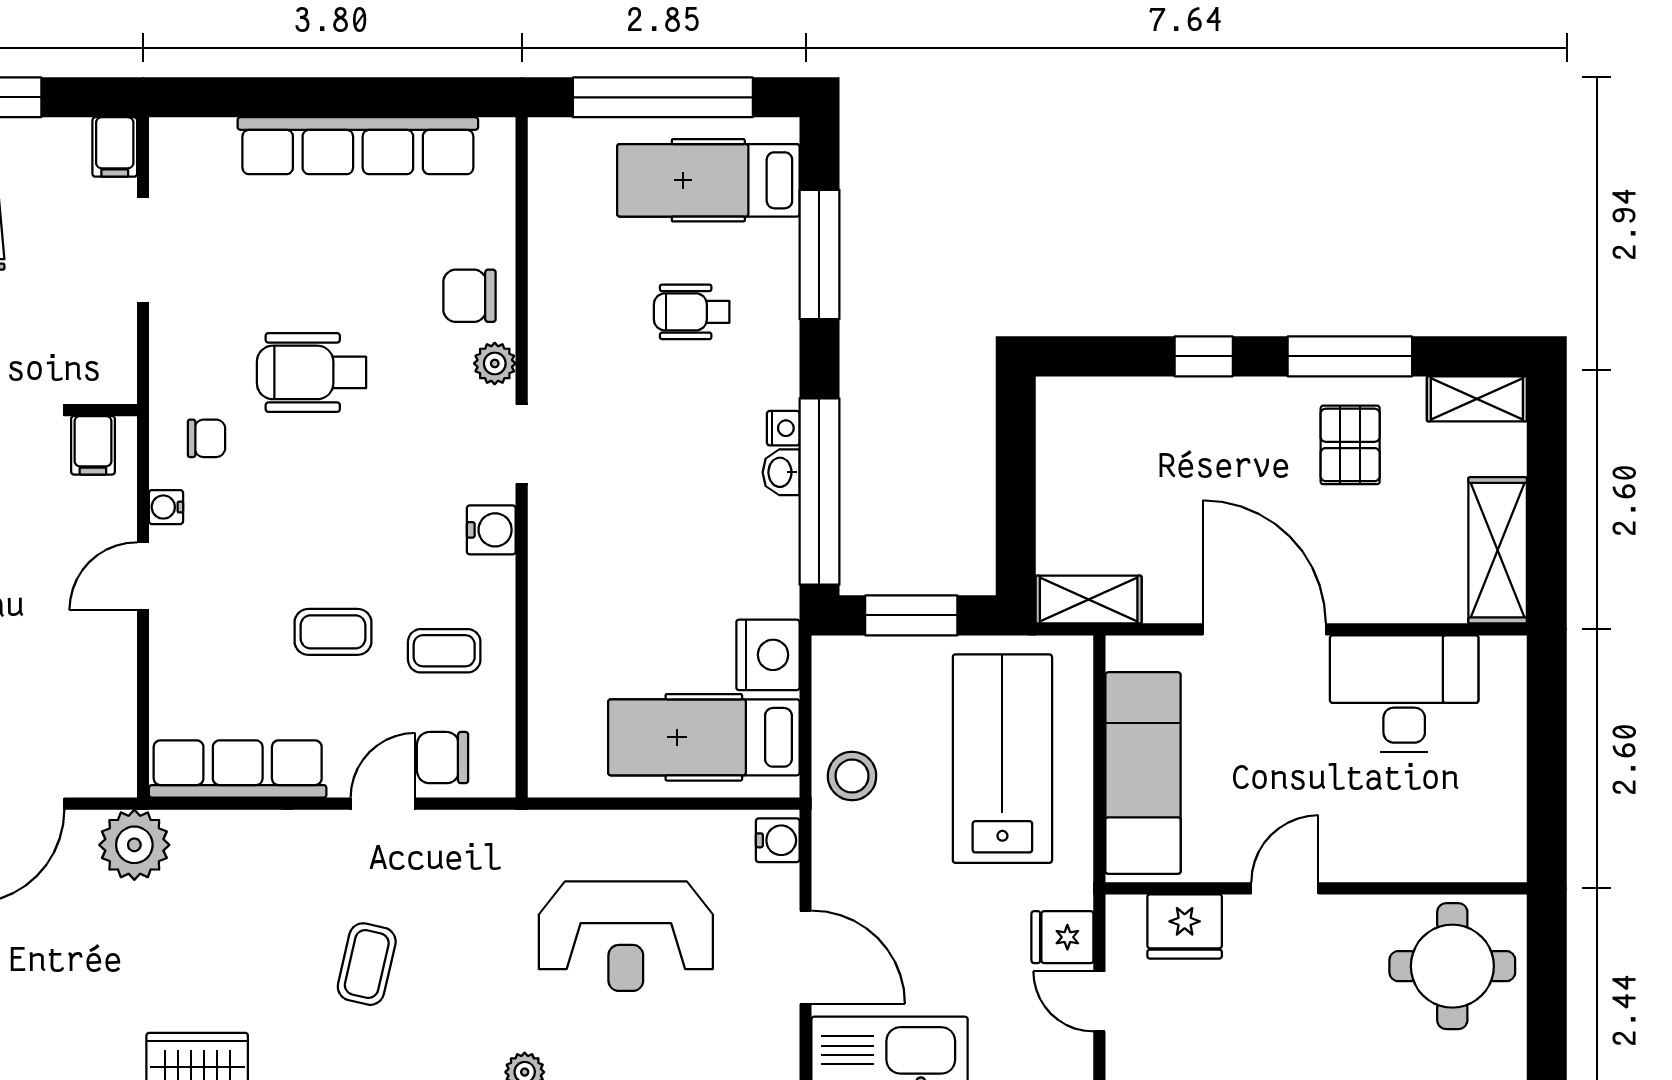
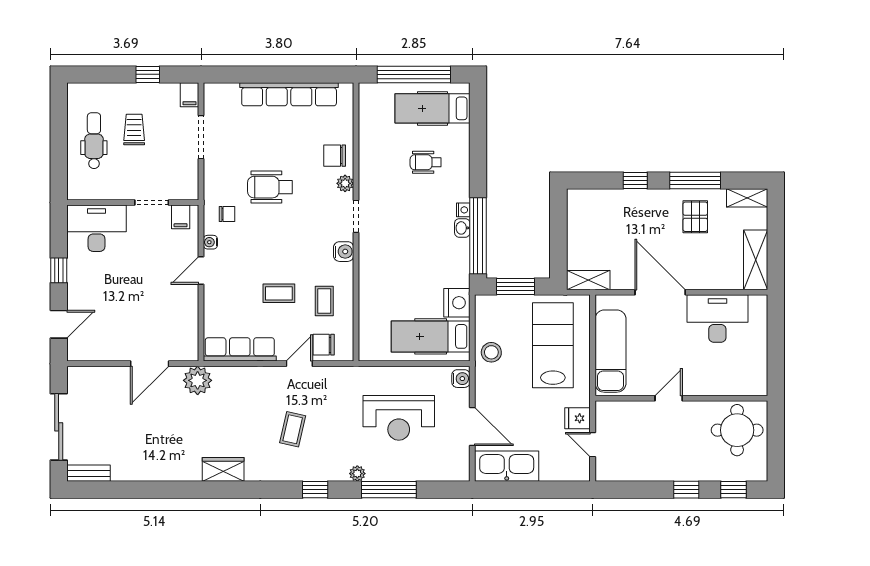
window: (819, 254) -> (478, 139), removed
coffee table: (444, 651) -> (324, 301), turned 90
fridge: (1185, 926) -> (627, 414), removed

